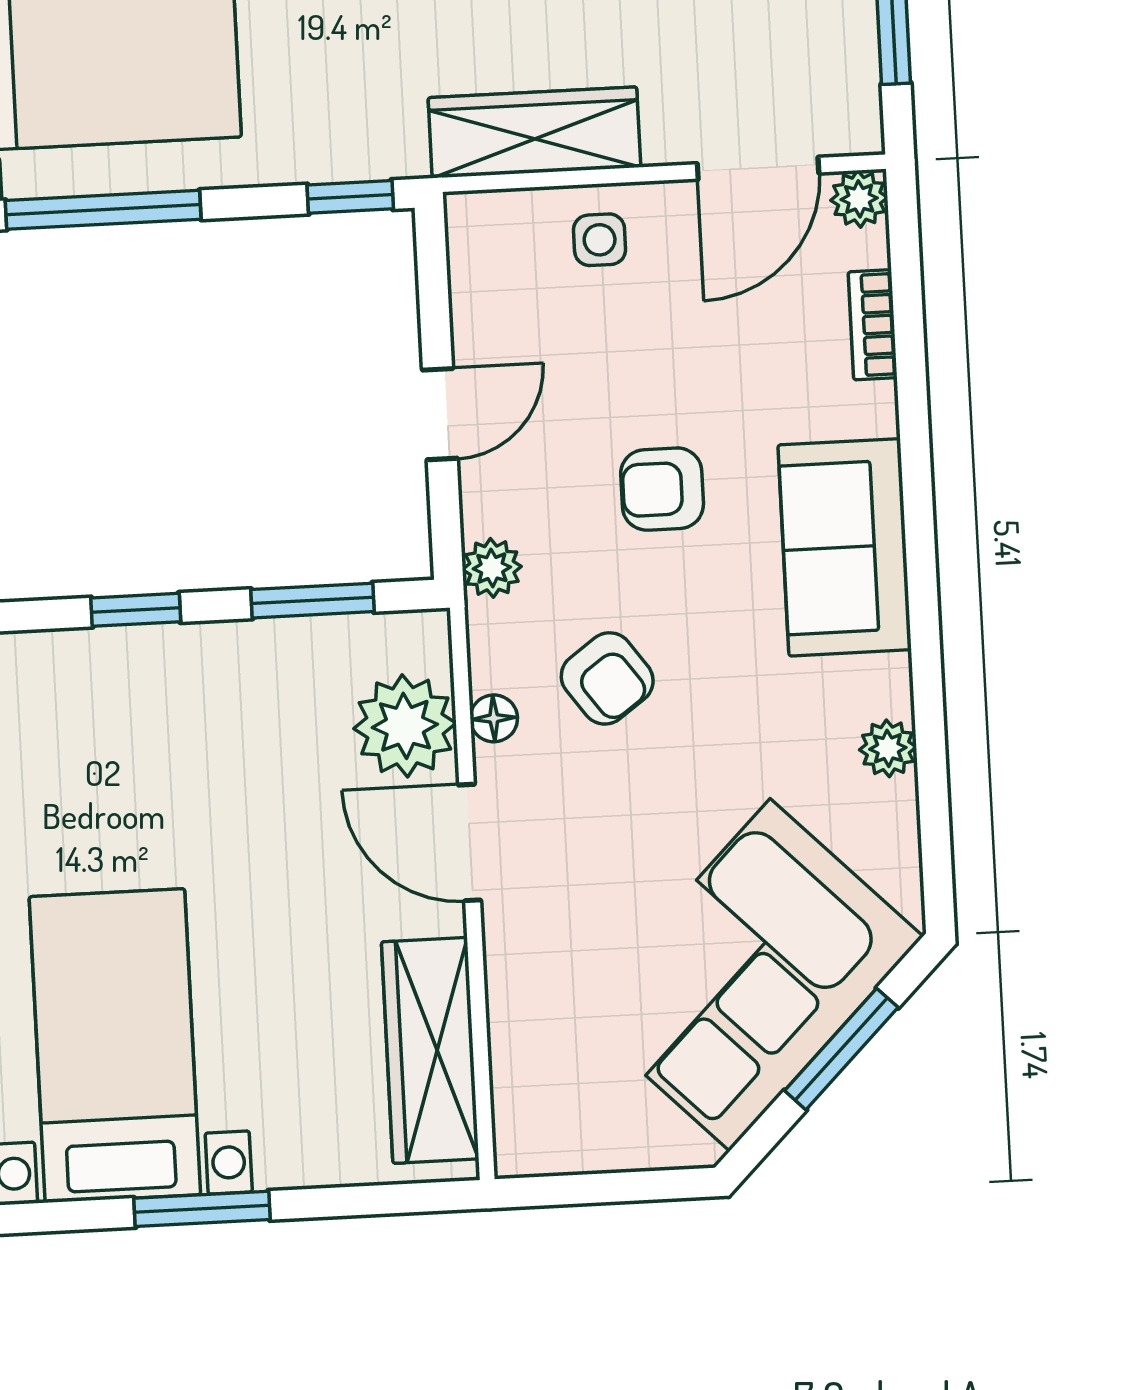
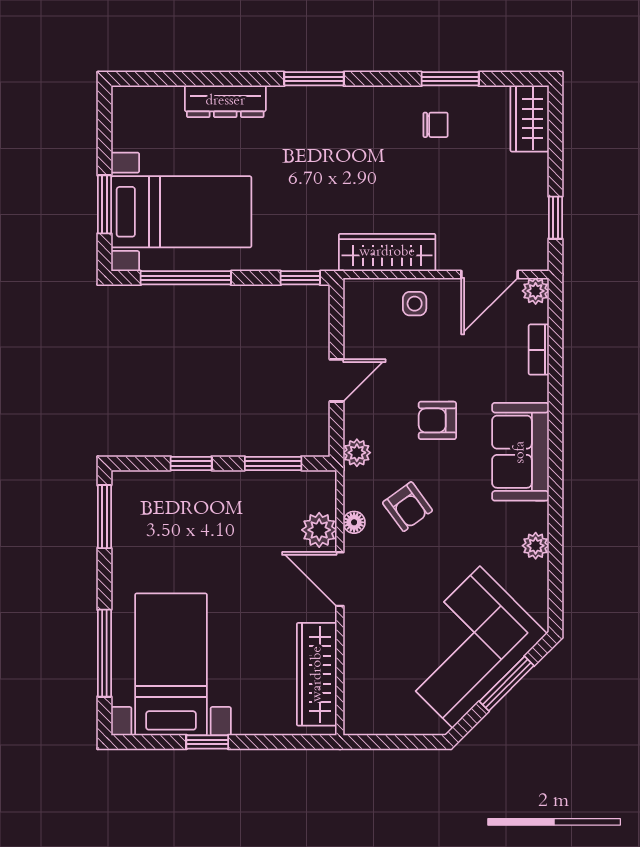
plant: (405, 726) -> (319, 530), width x0.73, depth x0.73
window: (202, 1209) -> (207, 742), width x0.67

